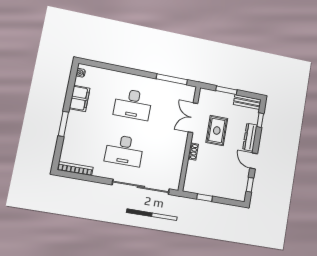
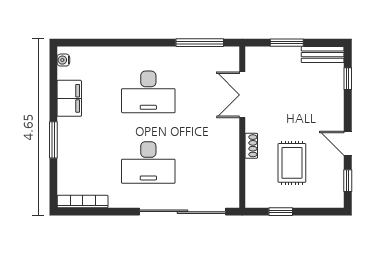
rug: (217, 130) -> (292, 163), moved
dresser: (250, 137) -> (336, 108), removed

